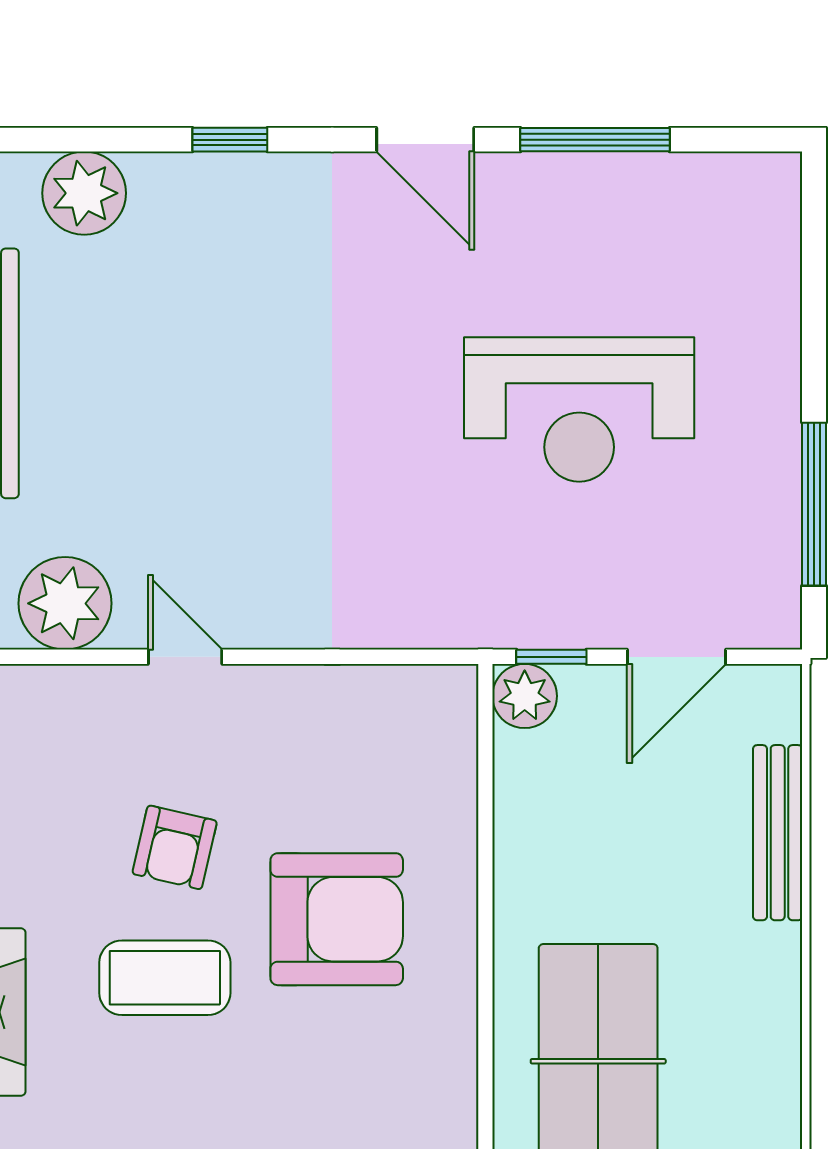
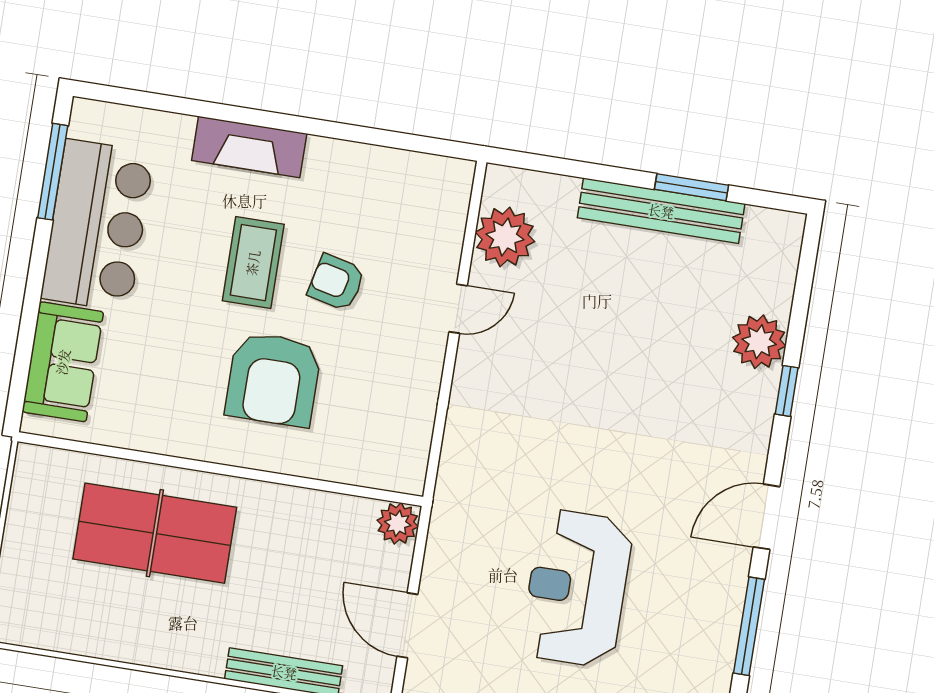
plant: (84, 193) -> (759, 342), moved
window: (551, 657) -> (420, 545), removed

